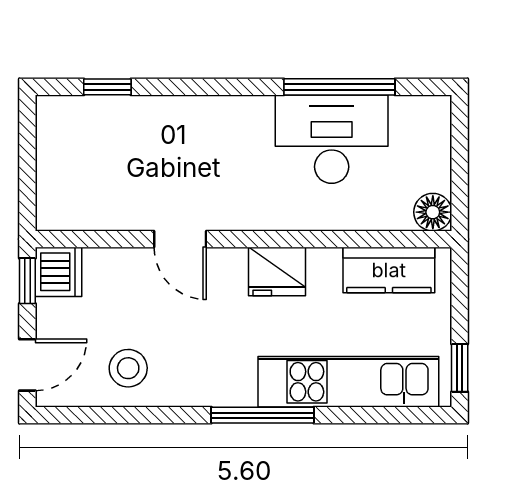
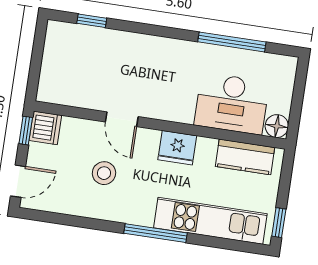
desk: (332, 139) -> (232, 104), moved, turned 180
stool: (128, 368) -> (104, 173), moved

